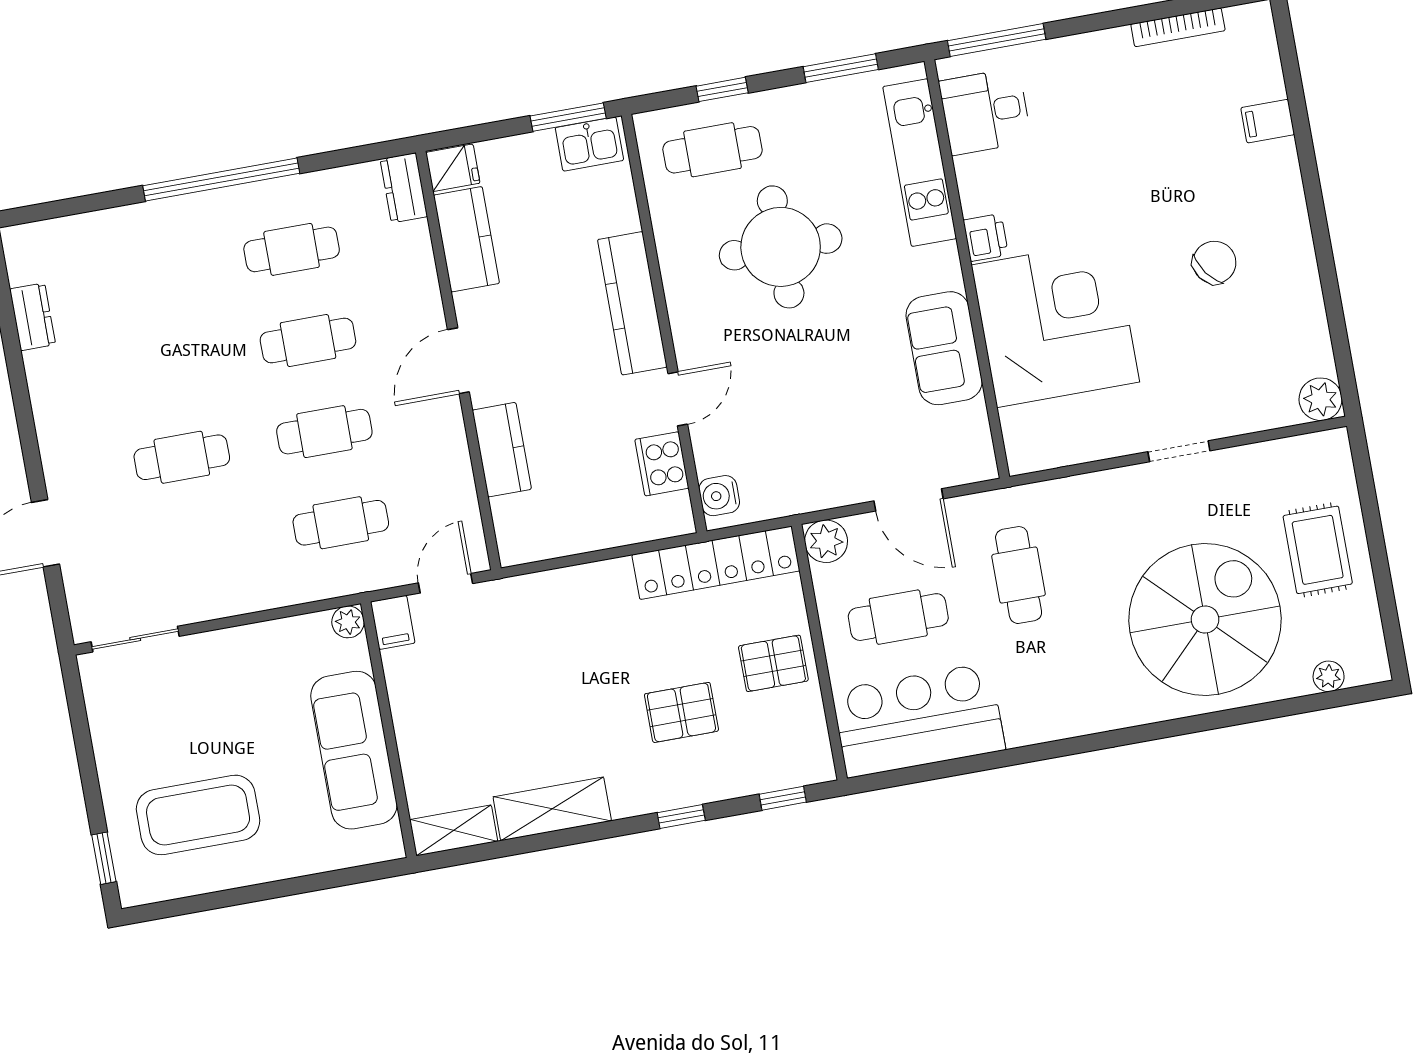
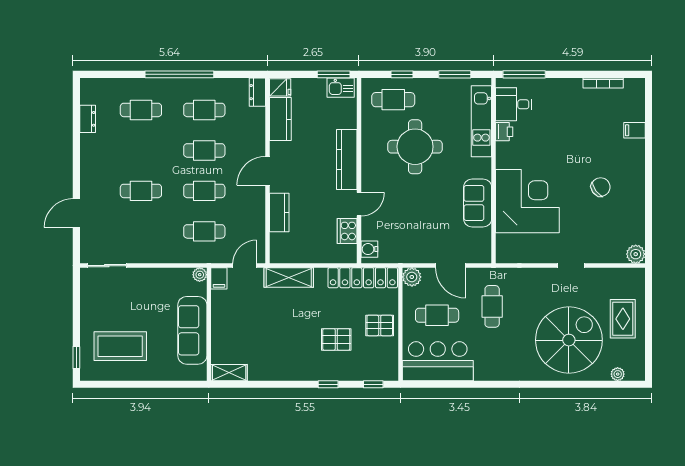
printer: (986, 237) -> (504, 132), moved
cafe table: (149, 275) -> (141, 110), added
shelving: (552, 809) -> (289, 277), moved

